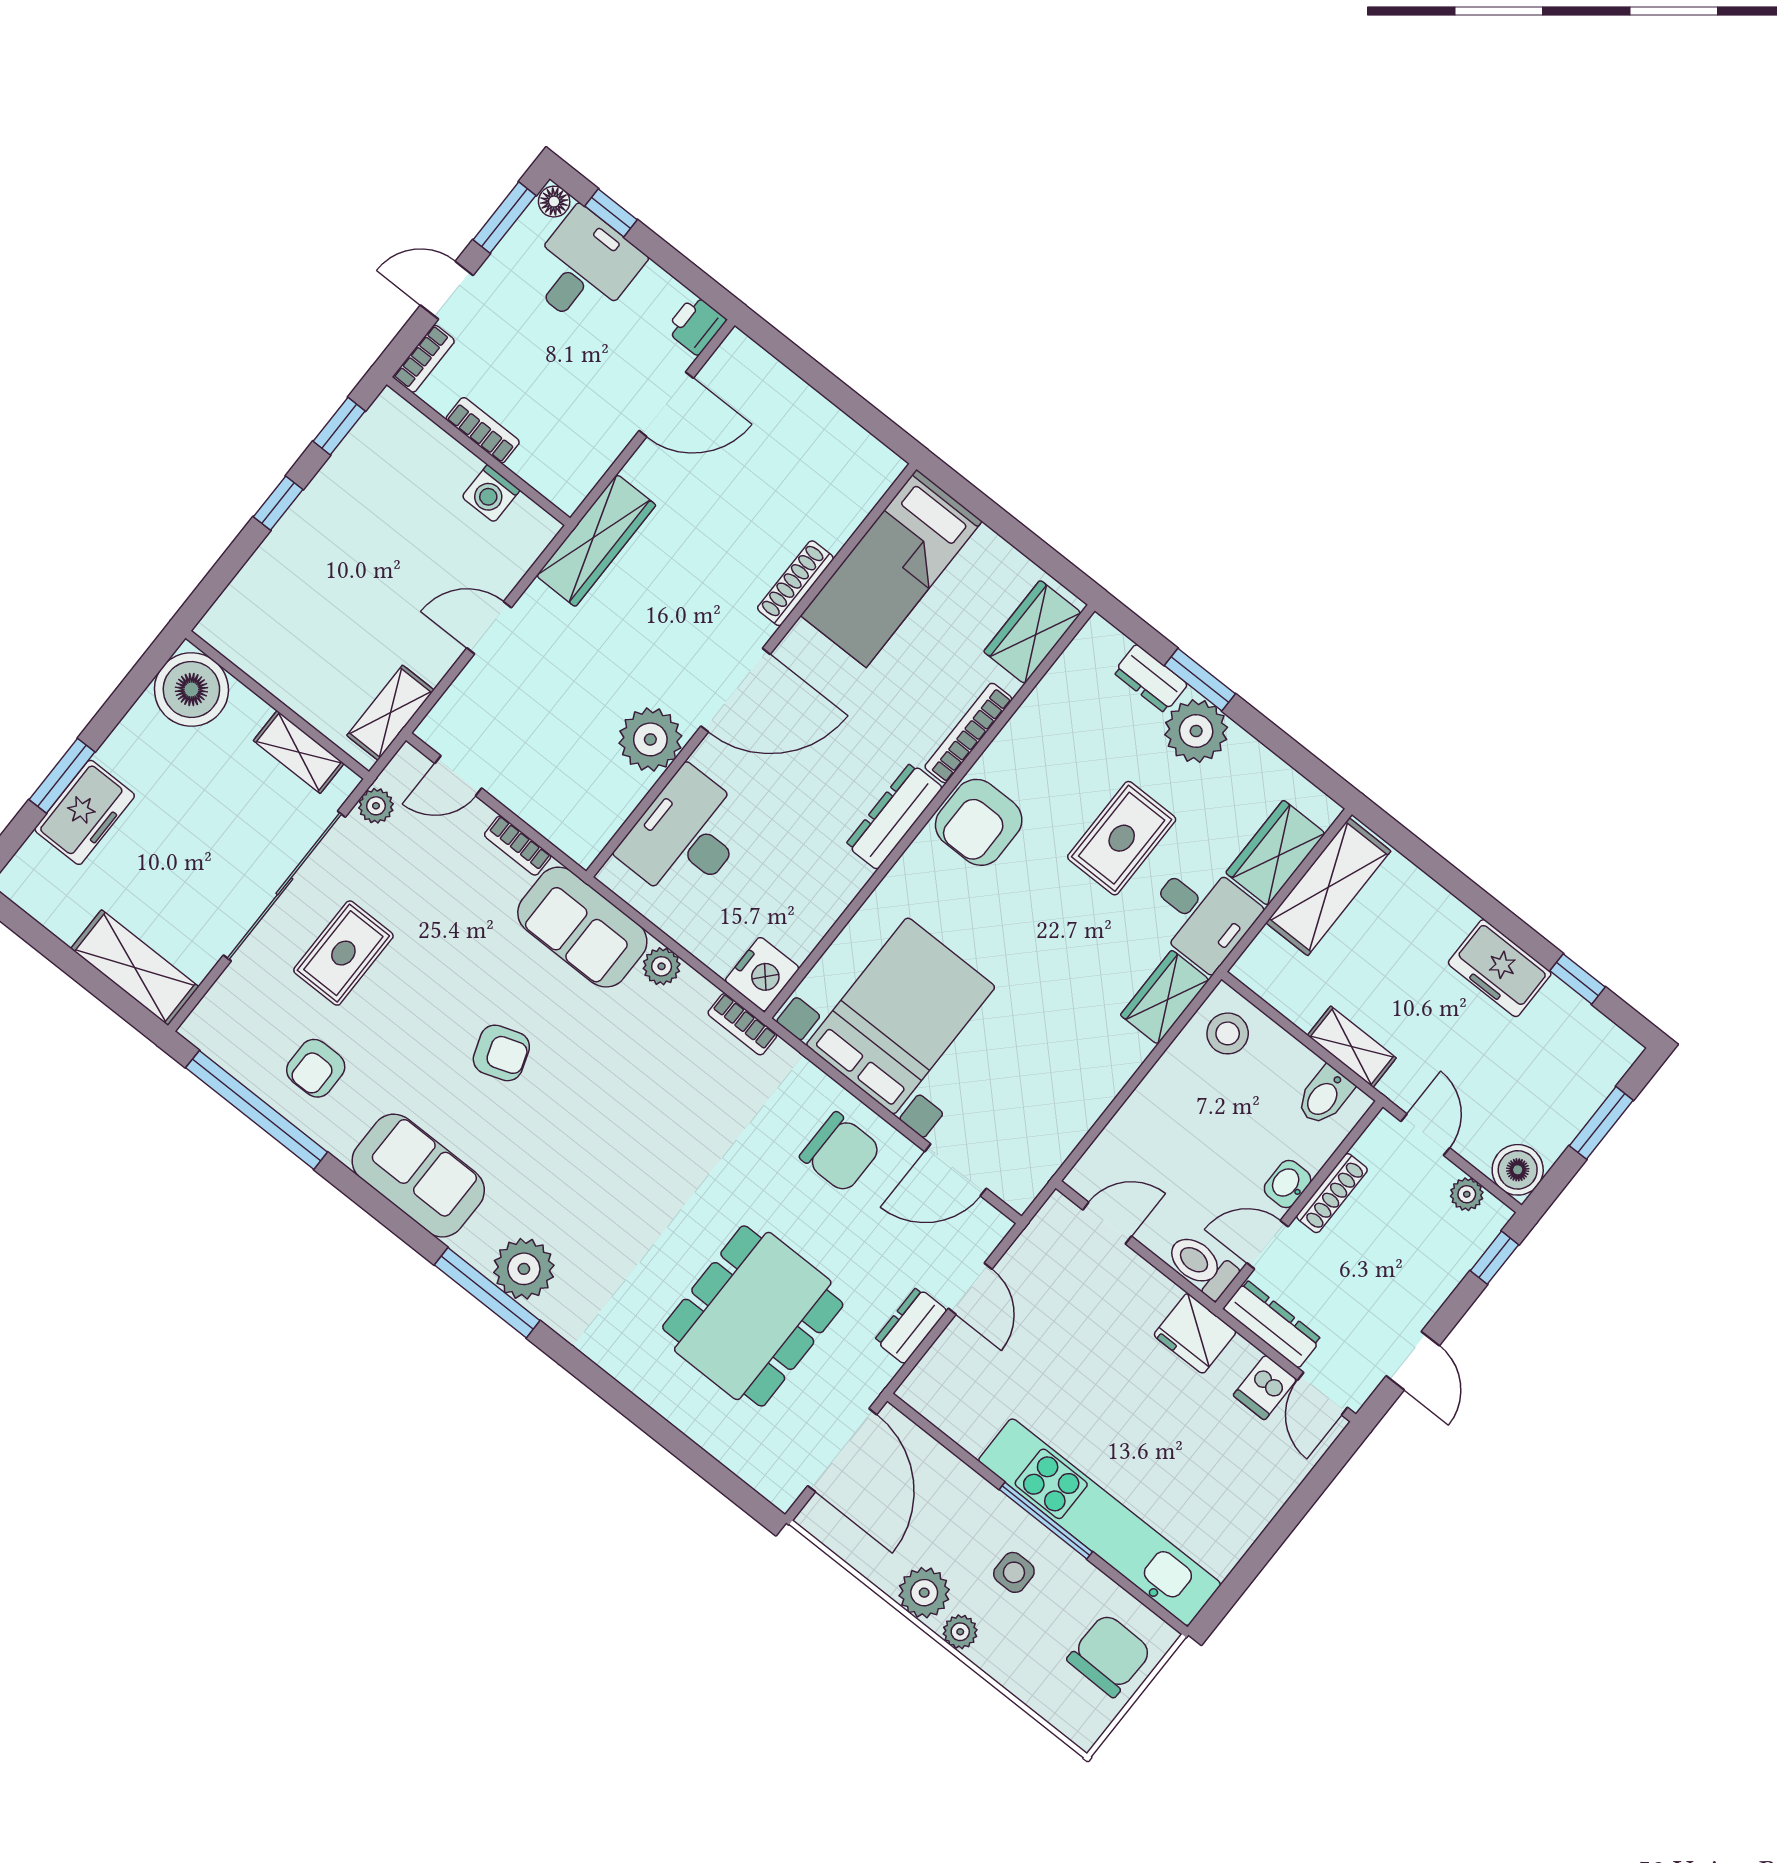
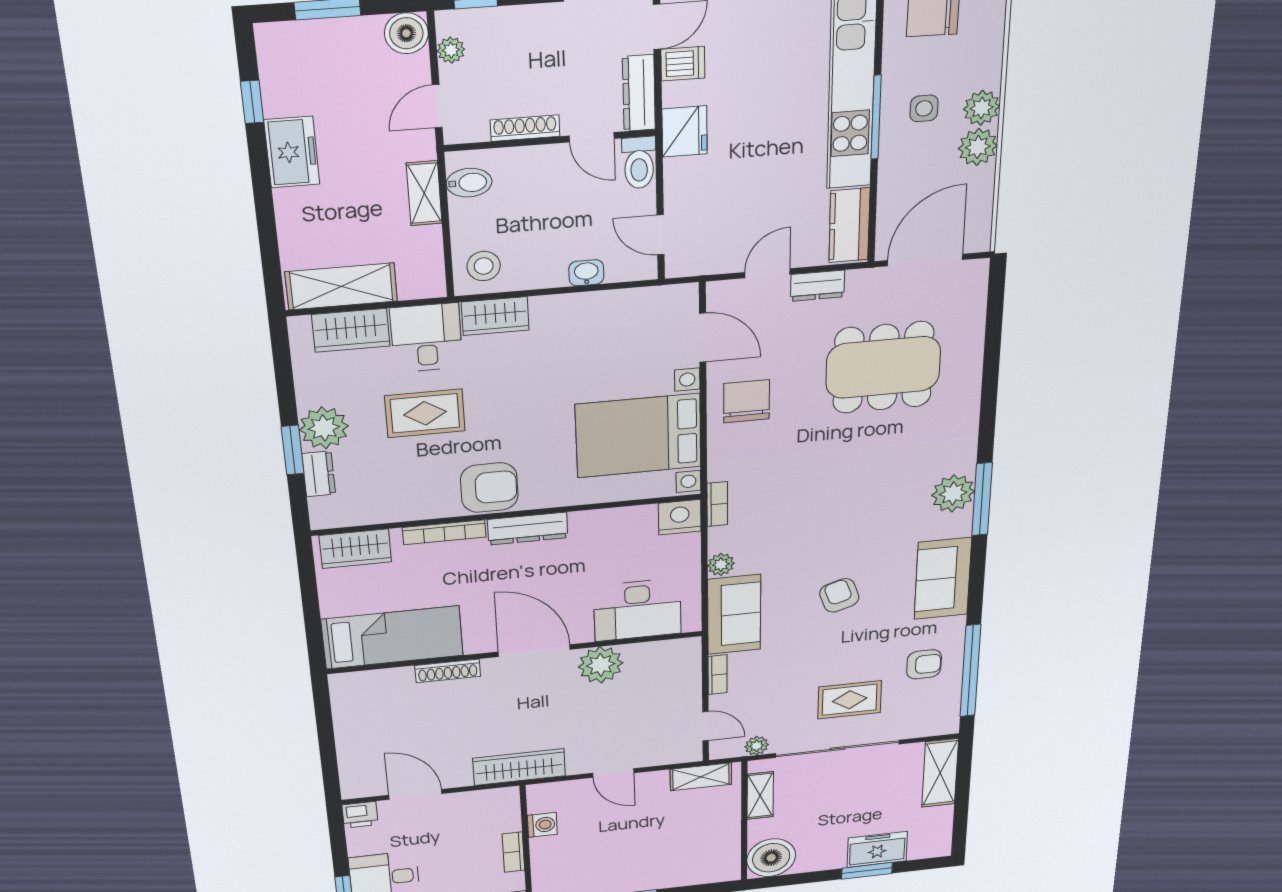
washbasin: (1288, 1184) -> (586, 273), moved, turned 180
kitchen counter: (951, 1407) -> (849, 225), added
plant: (960, 1632) -> (982, 108), width x1.38, depth x1.38

